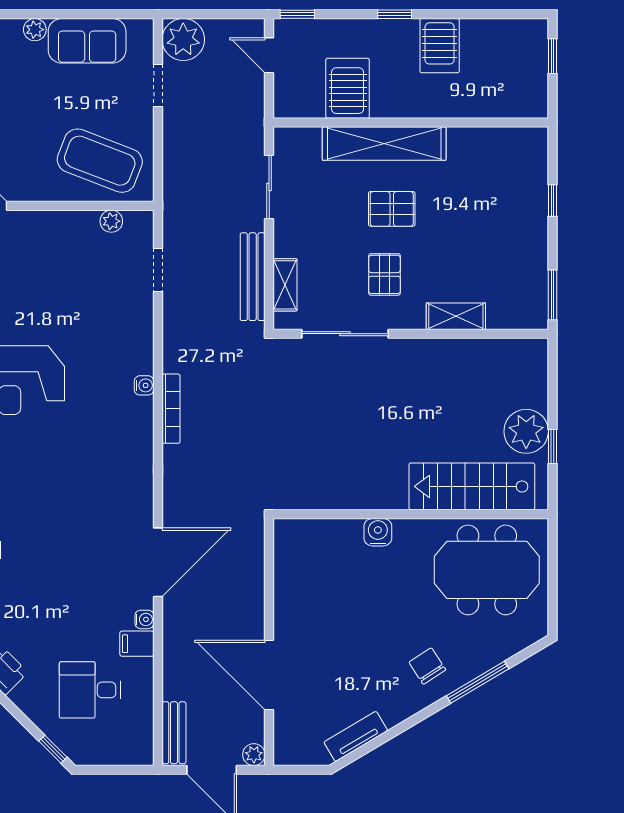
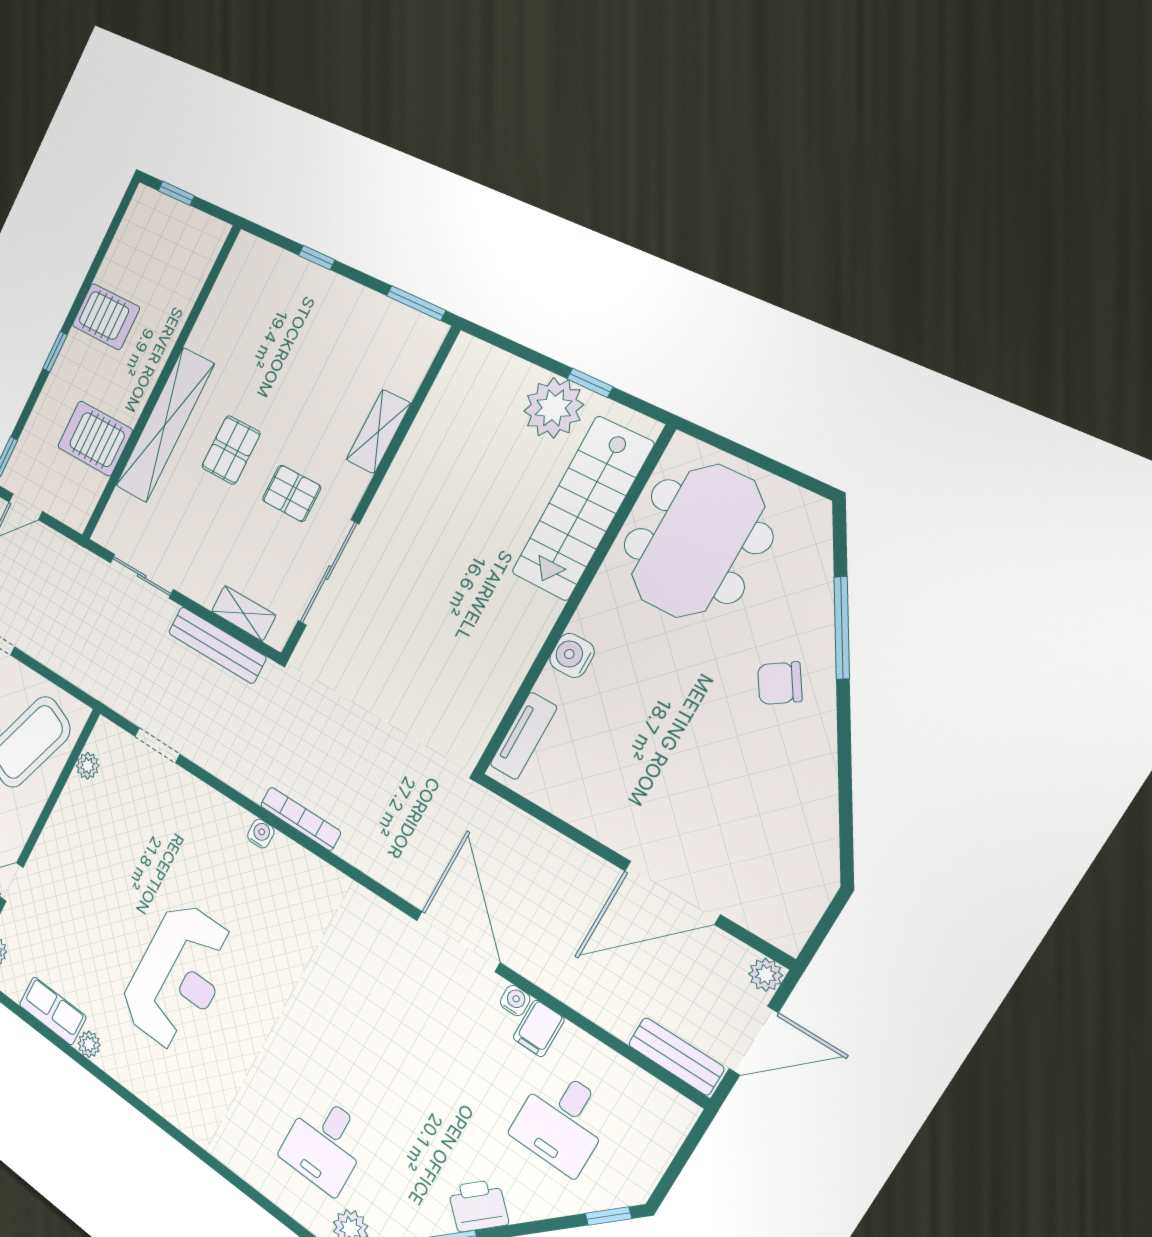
tv unit: (356, 736) -> (523, 736), moved, turned -149

